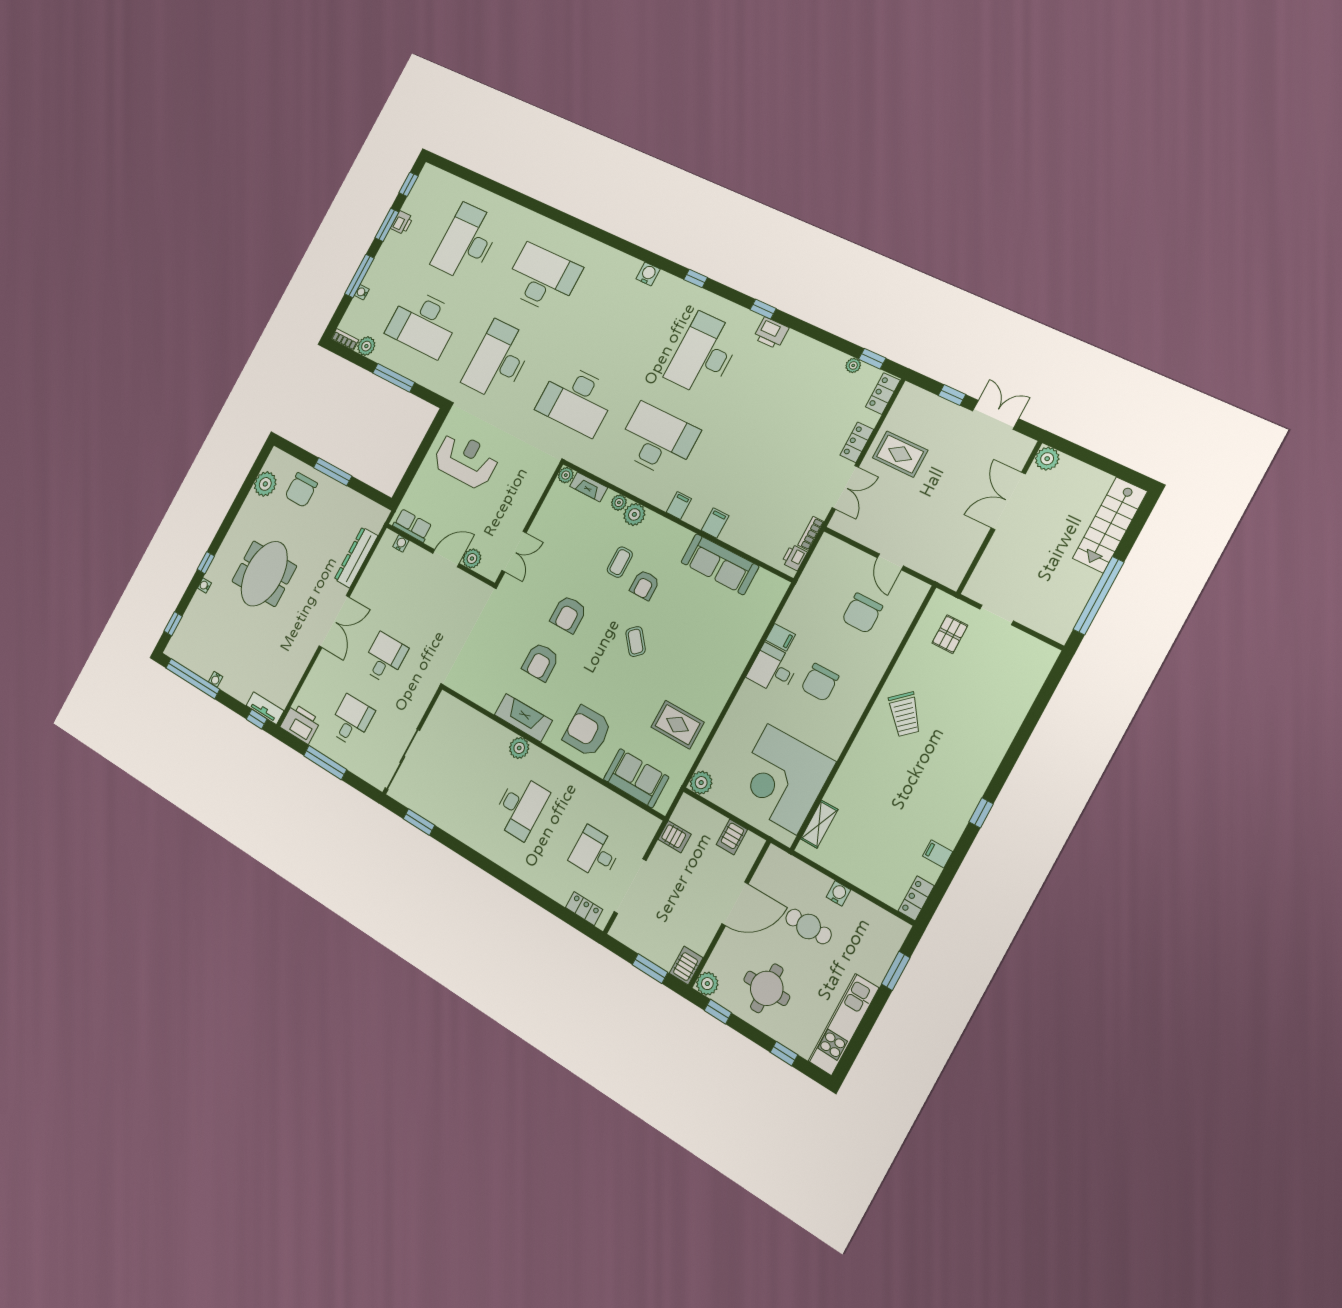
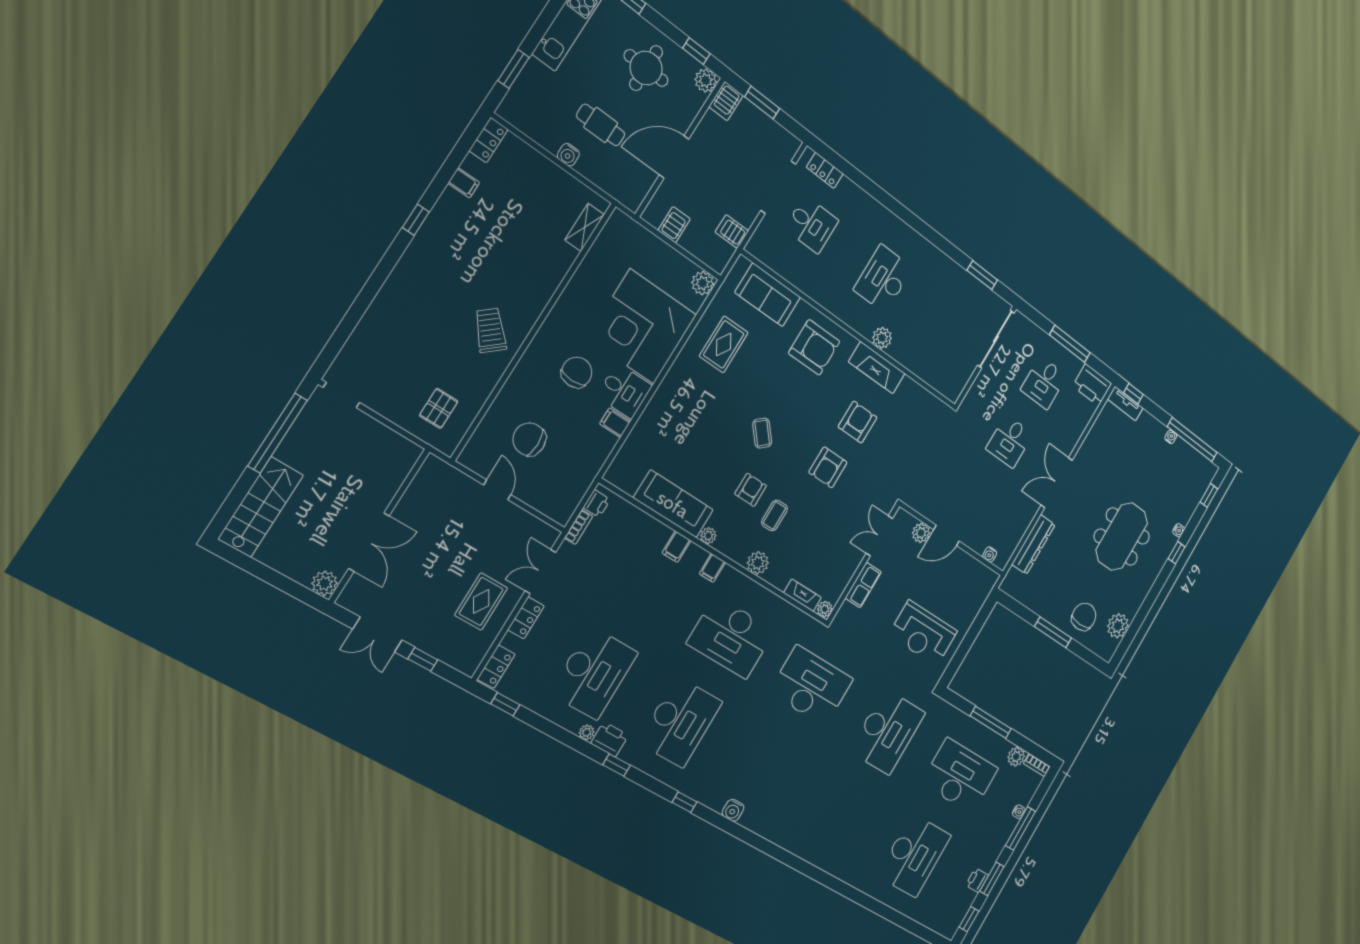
desk: (542, 278) -> (594, 673), moved, turned -90
plant: (853, 365) -> (587, 732), moved
rug: (900, 454) -> (481, 601), turned 90
plant: (619, 503) -> (708, 536), moved
row of seats: (412, 526) -> (863, 585), moved, turned -90
chair: (862, 613) -> (529, 439), turned -90
armchair: (568, 614) -> (828, 467), turned 180
doorway: (997, 615) -> (341, 395), moved
rug: (678, 725) -> (724, 344), turned 90
corner desk: (782, 779) -> (642, 327), moved, turned 180

